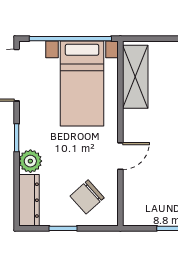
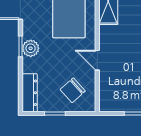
door: (120, 156) -> (97, 60), swing flipped
plant: (30, 161) -> (31, 48), moved

